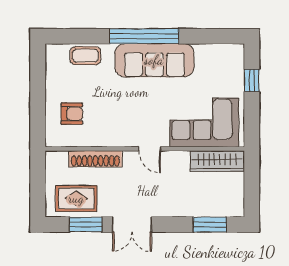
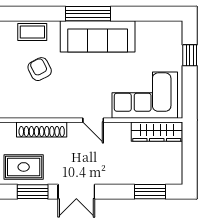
window: (144, 36) -> (88, 14), width x0.68
armchair: (72, 114) -> (40, 69), moved, turned -117

